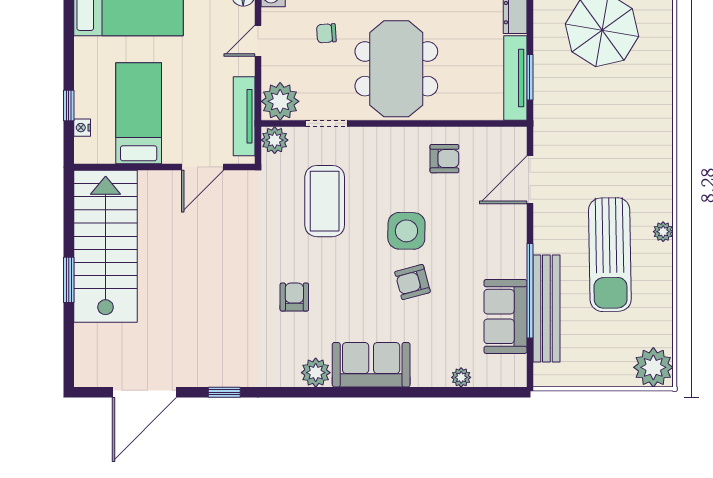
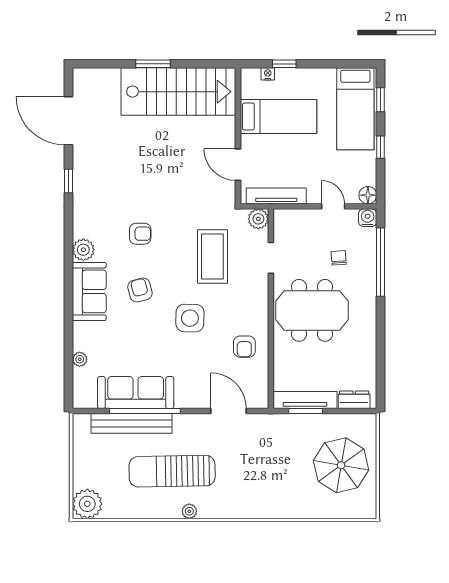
plant: (280, 101) -> (287, 223), removed
coffee table: (325, 201) -> (212, 256), turned 90
armchair: (413, 282) -> (140, 290), moved
sofa: (505, 316) -> (136, 393), width x1.36

